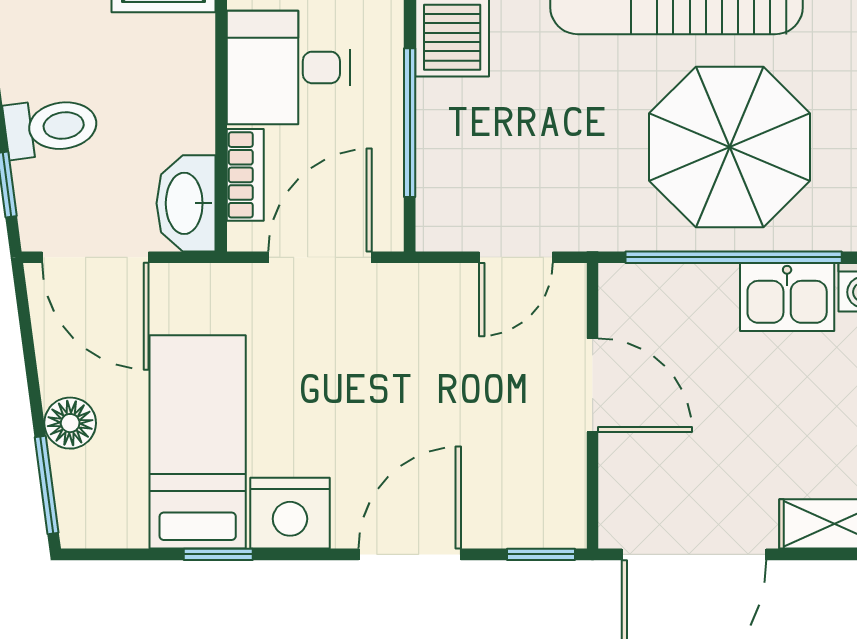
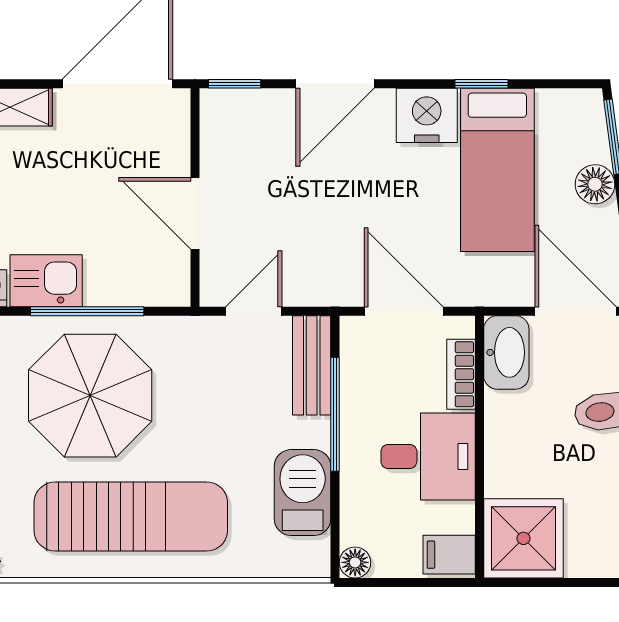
bench: (440, 186) -> (312, 365), added
door: (320, 257) -> (404, 311), swing flipped
window: (734, 257) -> (87, 311), width x0.68

